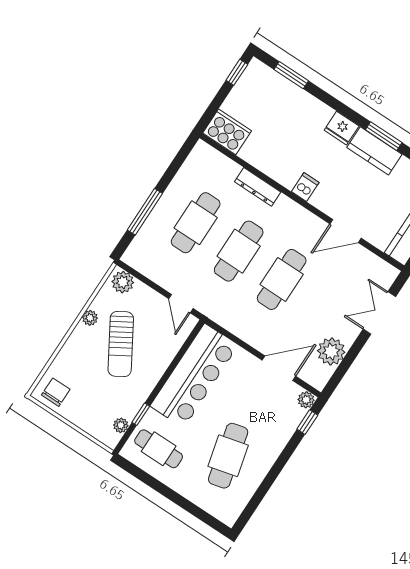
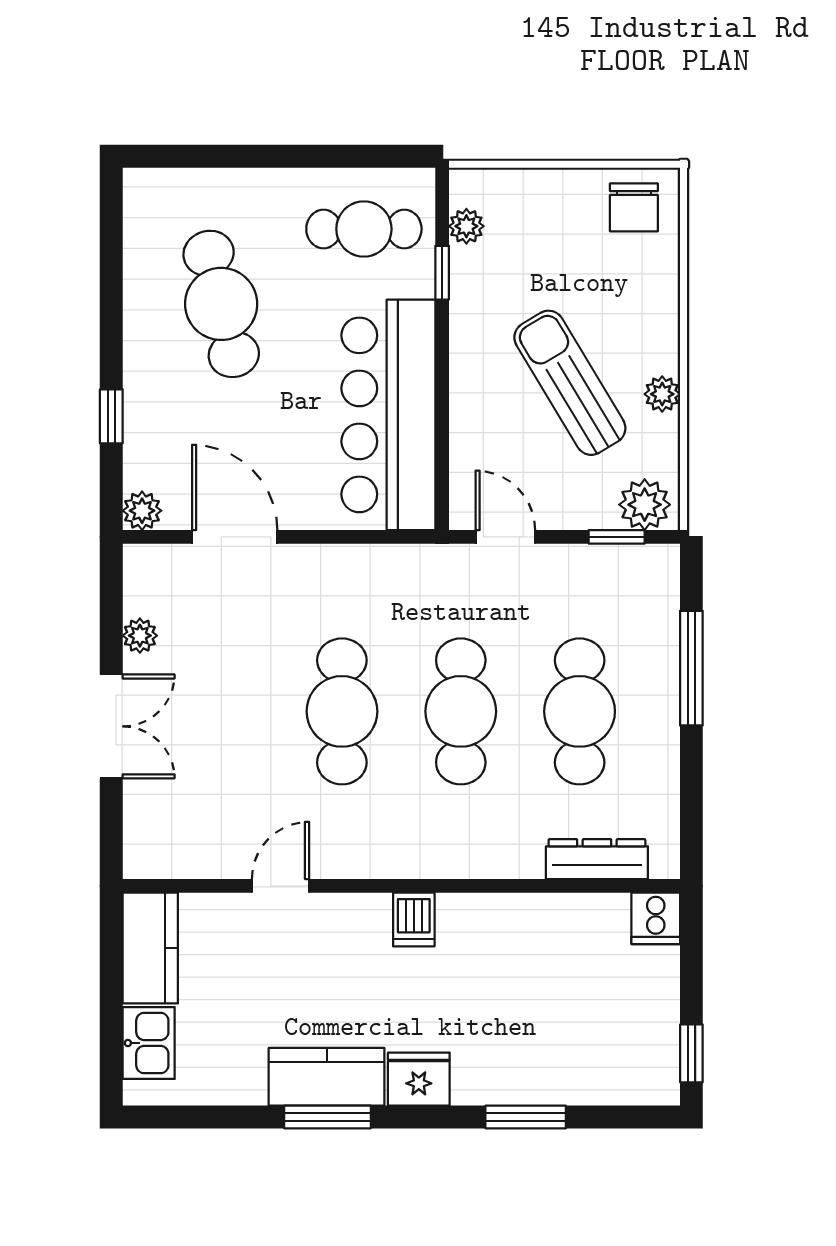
window: (291, 75) -> (526, 1117), moved
cooker: (227, 132) -> (656, 918), width x0.53, depth x0.76
dresser: (258, 187) -> (597, 859), moved
door: (346, 231) -> (280, 886), width x0.73
window: (141, 277) -> (617, 537), added
double door: (379, 313) -> (111, 726), moved
plant: (331, 351) -> (140, 636), width x0.53, depth x0.53
door: (279, 368) -> (235, 537), swing flipped
window: (307, 422) -> (111, 416), moved

